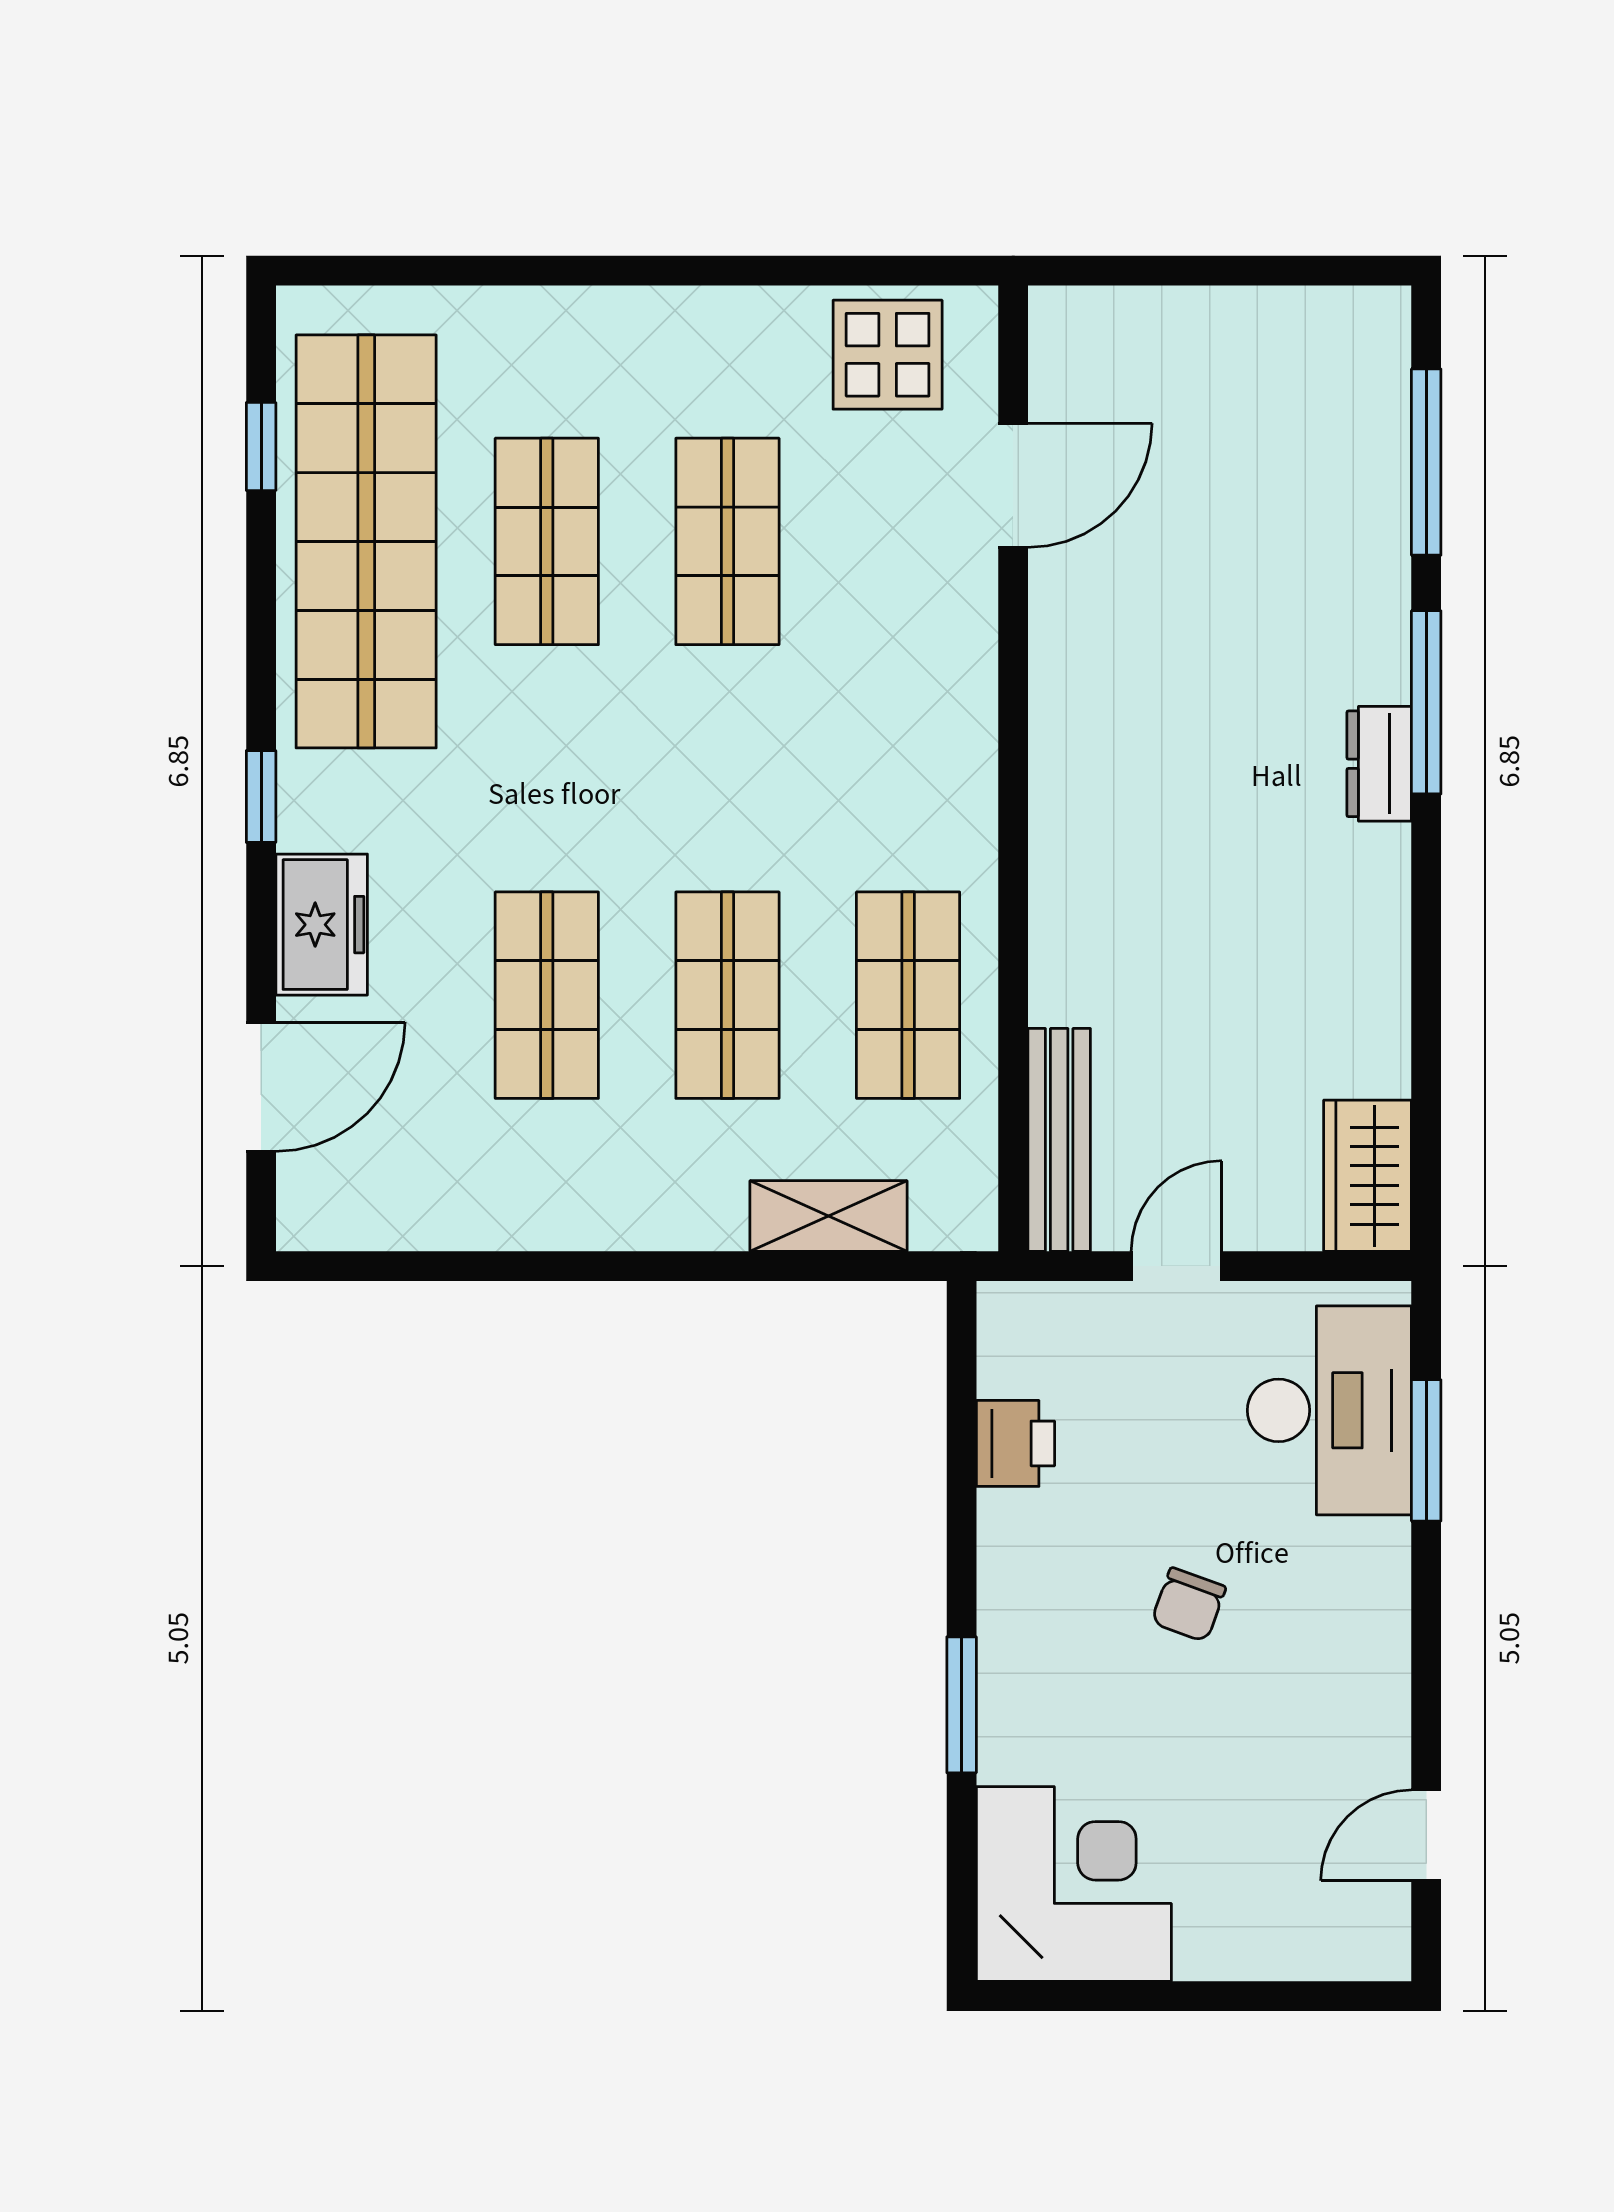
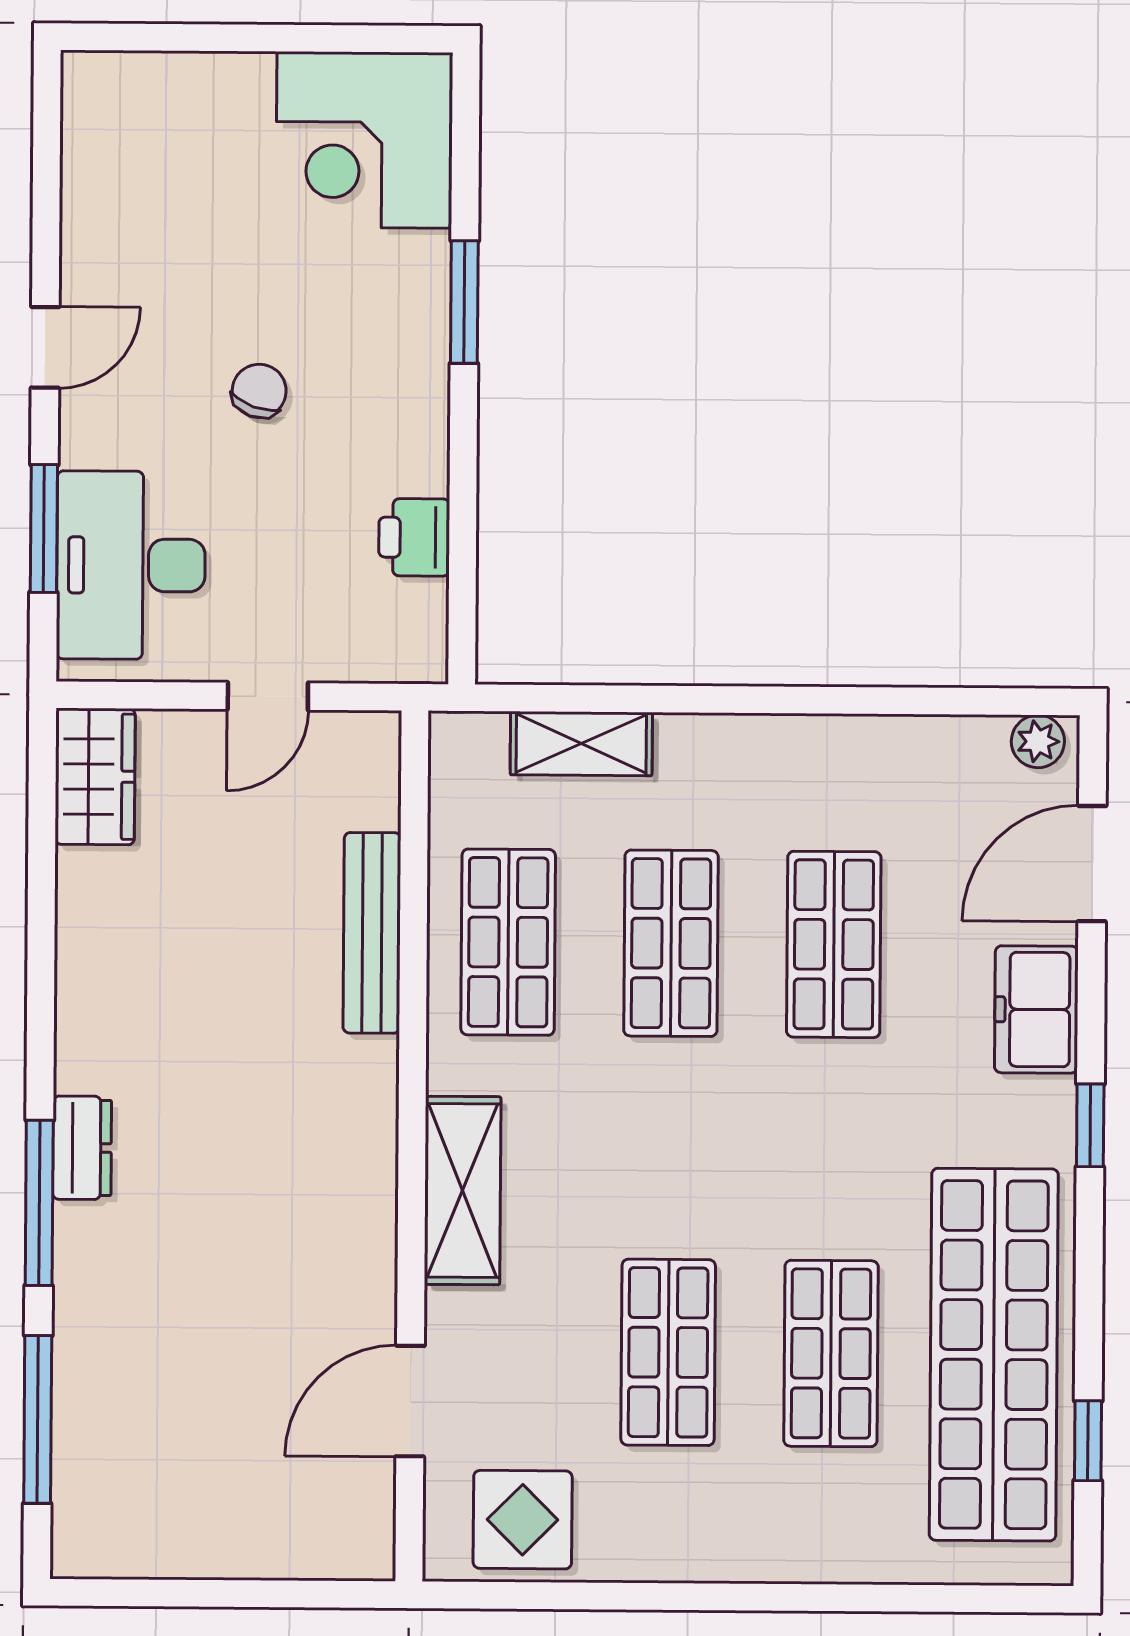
shelving: (957, 719) -> (463, 1191), added
bench: (1059, 1140) -> (372, 933), moved
plant: (322, 1222) -> (1038, 741), added
door: (1426, 1835) -> (45, 347), moved

